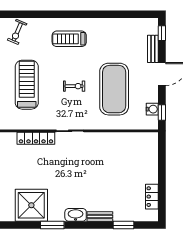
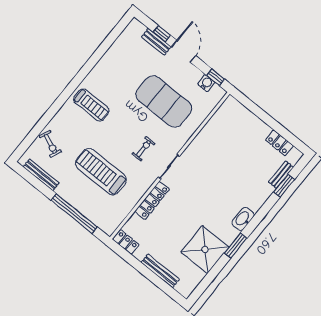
window: (162, 33) -> (162, 34), moved
treadmill: (69, 39) -> (91, 105), turned -90
exercise bike: (74, 86) -> (144, 149), moved
bench: (100, 216) -> (281, 175), moved

